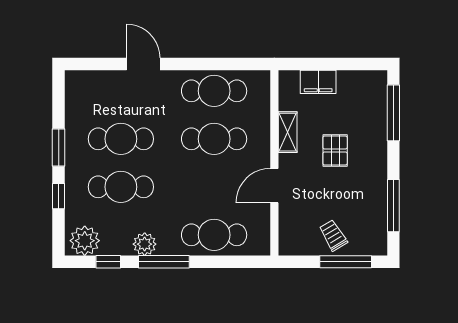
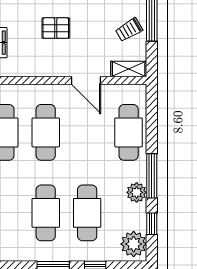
shelving: (288, 132) -> (129, 69), moved

